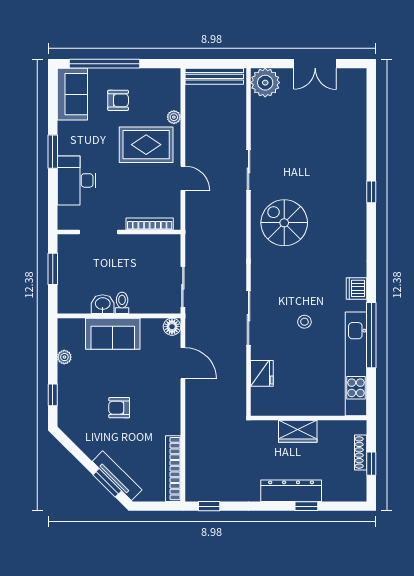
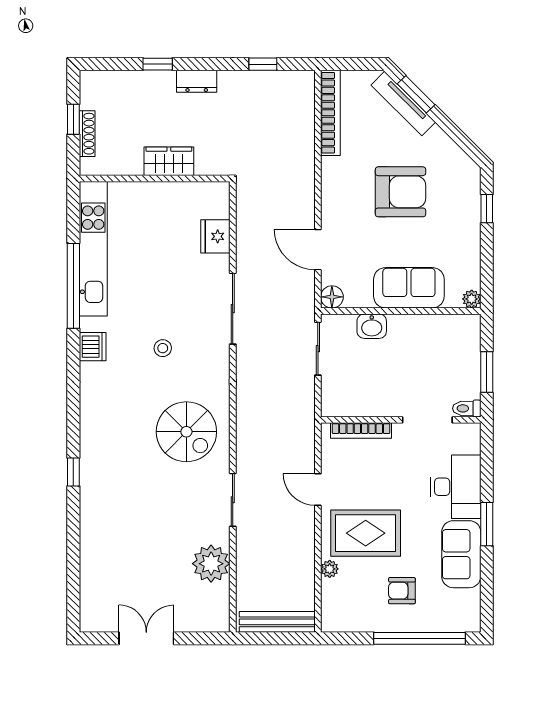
plant: (265, 83) -> (211, 564), moved
sofa: (72, 94) -> (461, 554), moved
toilet: (122, 303) -> (467, 408), moved, turned 90
washbasin: (103, 304) -> (372, 326), moved
stool: (304, 322) -> (163, 348), moved
plant: (64, 357) -> (472, 299), moved
armchair: (119, 408) -> (400, 192), width x1.88, depth x1.88
dresser: (291, 491) -> (197, 81), width x0.51, depth x0.80
window: (209, 506) -> (263, 64), moved

